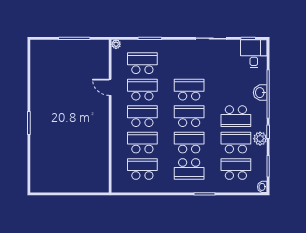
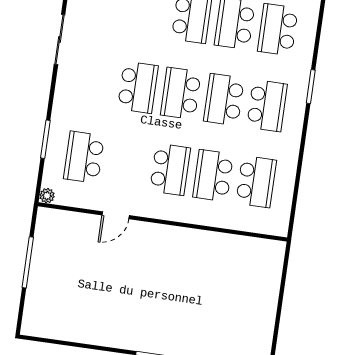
school desk: (142, 90) -> (127, 163), removed
school desk: (189, 90) -> (138, 87), turned 180
school desk: (142, 116) -> (170, 169), turned 180
school desk: (142, 169) -> (256, 182), turned 180

